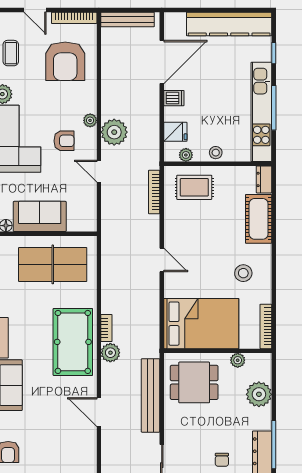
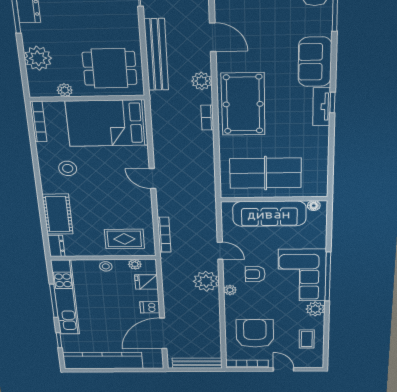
sofa: (40, 216) -> (269, 214), width x1.36
plant: (110, 353) -> (202, 81), moved

